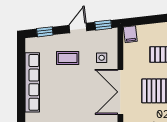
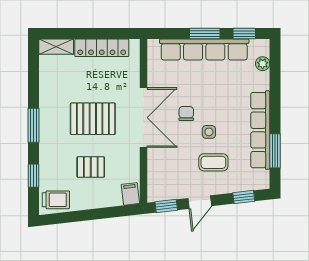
side table: (102, 58) -> (209, 132), moved
window: (21, 67) -> (275, 151), added
chair: (88, 95) -> (186, 113), added

